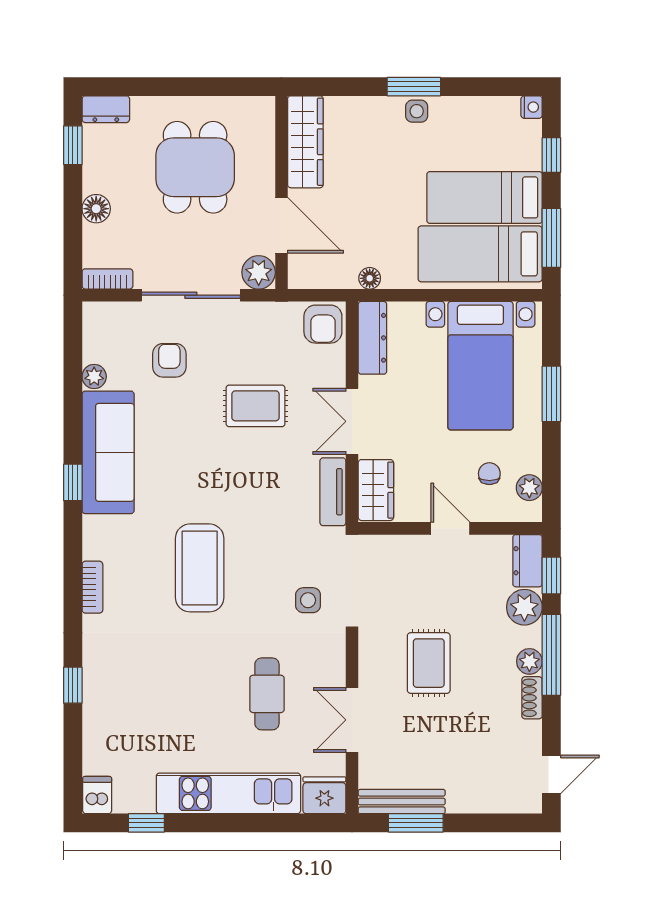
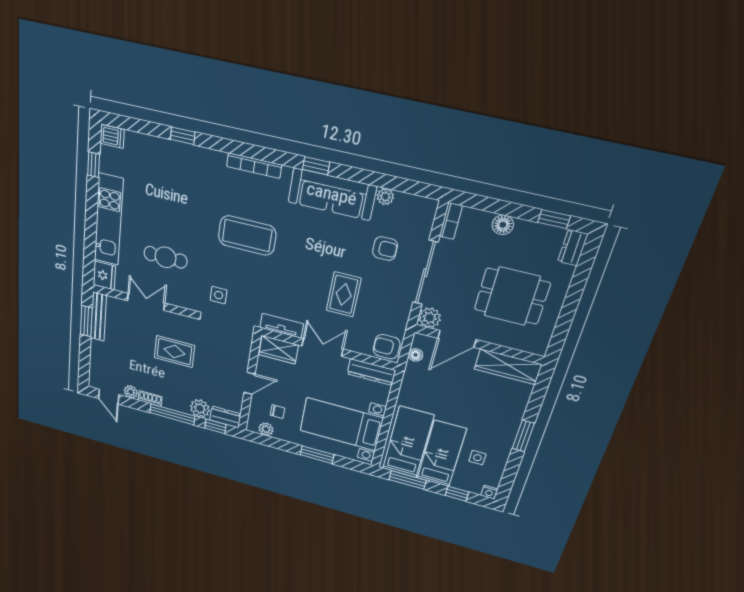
side table: (417, 111) -> (477, 458), moved
floor lamp: (370, 278) -> (416, 355), moved
bookcase: (92, 587) -> (254, 166), width x1.56
plant: (529, 661) -> (131, 392), moved

